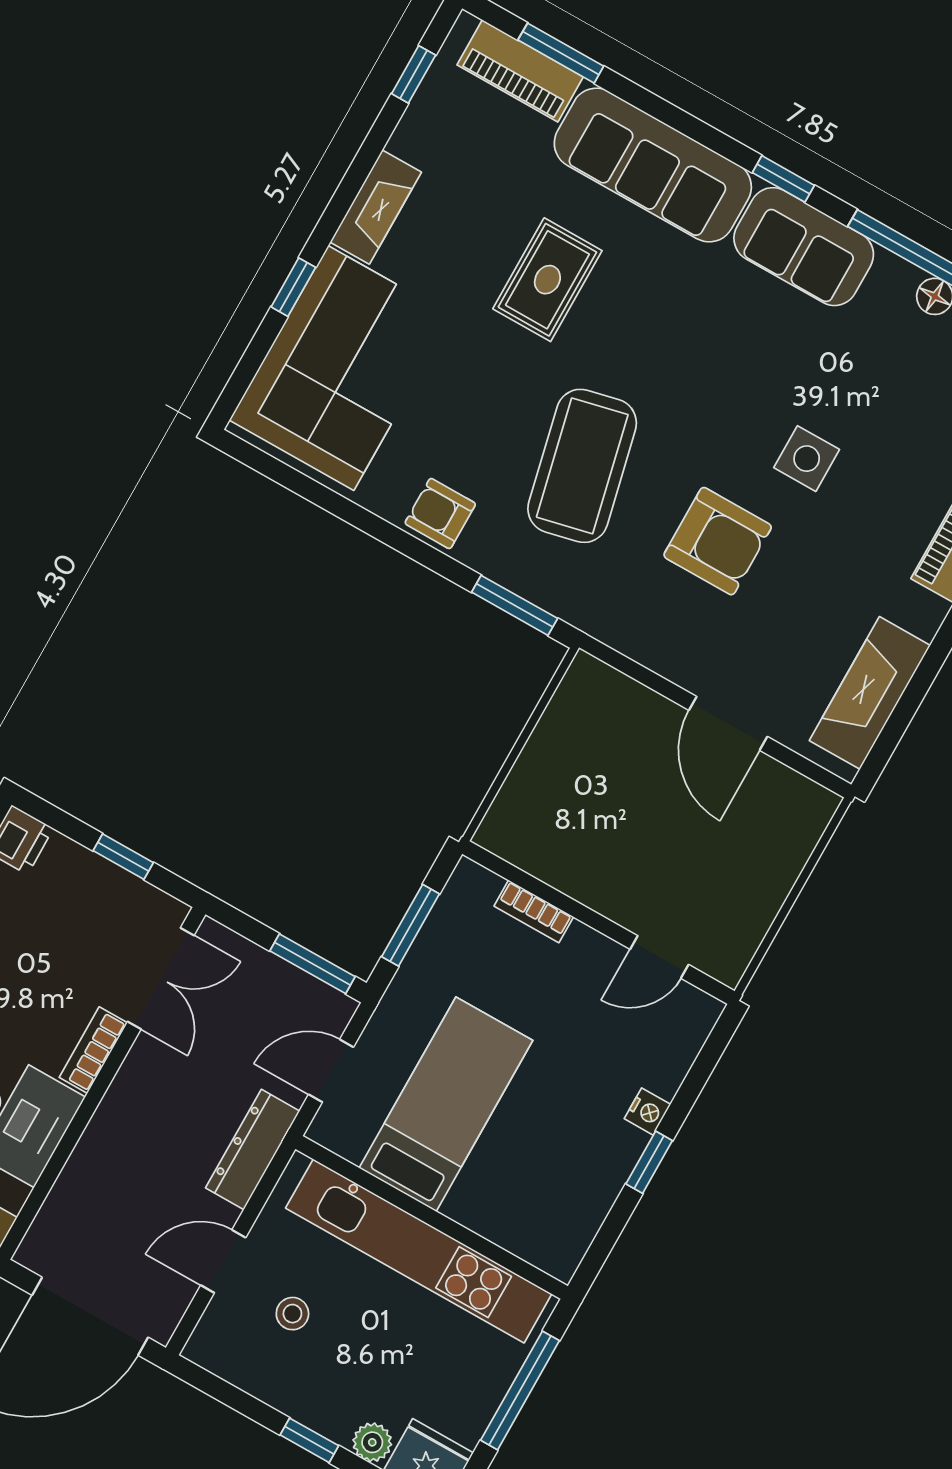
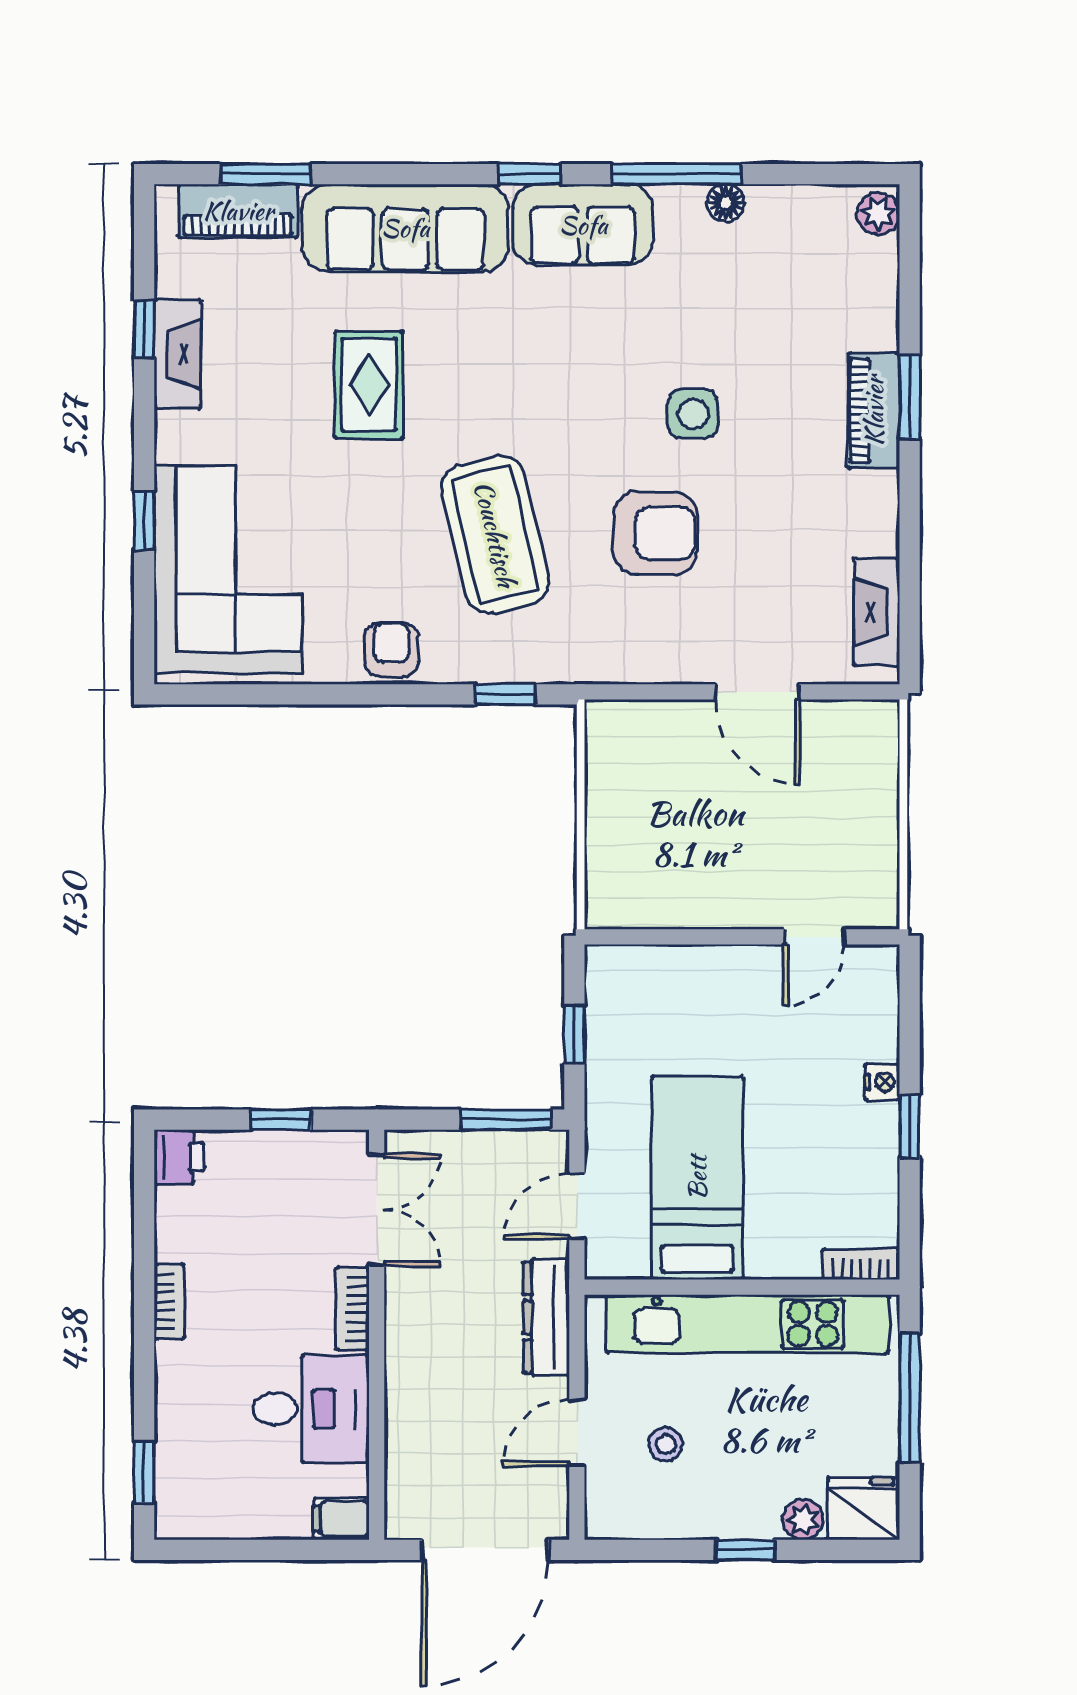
window: (414, 74) -> (144, 329), moved
fireplace: (376, 207) -> (178, 354), moved
armchair: (440, 513) -> (391, 650), turned 90
window: (515, 605) -> (505, 694), width x0.67
fireplace: (870, 693) -> (877, 612), width x0.73, depth x0.76
bookcase: (534, 911) -> (861, 1264), moved, turned 180
window: (411, 925) -> (574, 1035), width x0.67

